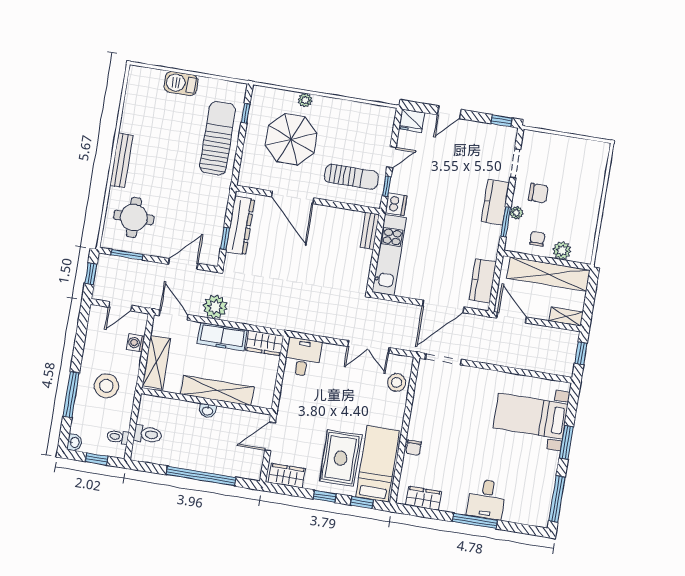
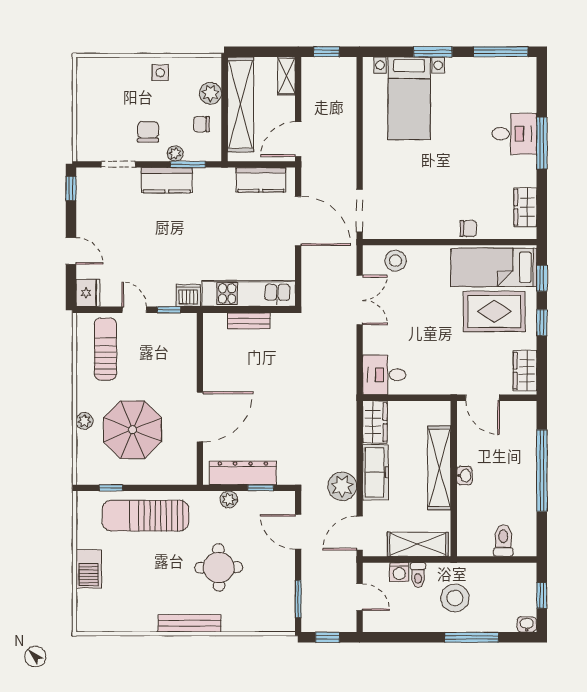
sun lounger: (351, 177) -> (105, 349), moved
plant: (220, 210) -> (229, 499), added
side table: (586, 211) -> (160, 73), added
round table: (134, 217) -> (219, 567), moved
bench: (370, 231) -> (249, 321), moved
toilet: (118, 437) -> (418, 575), moved

